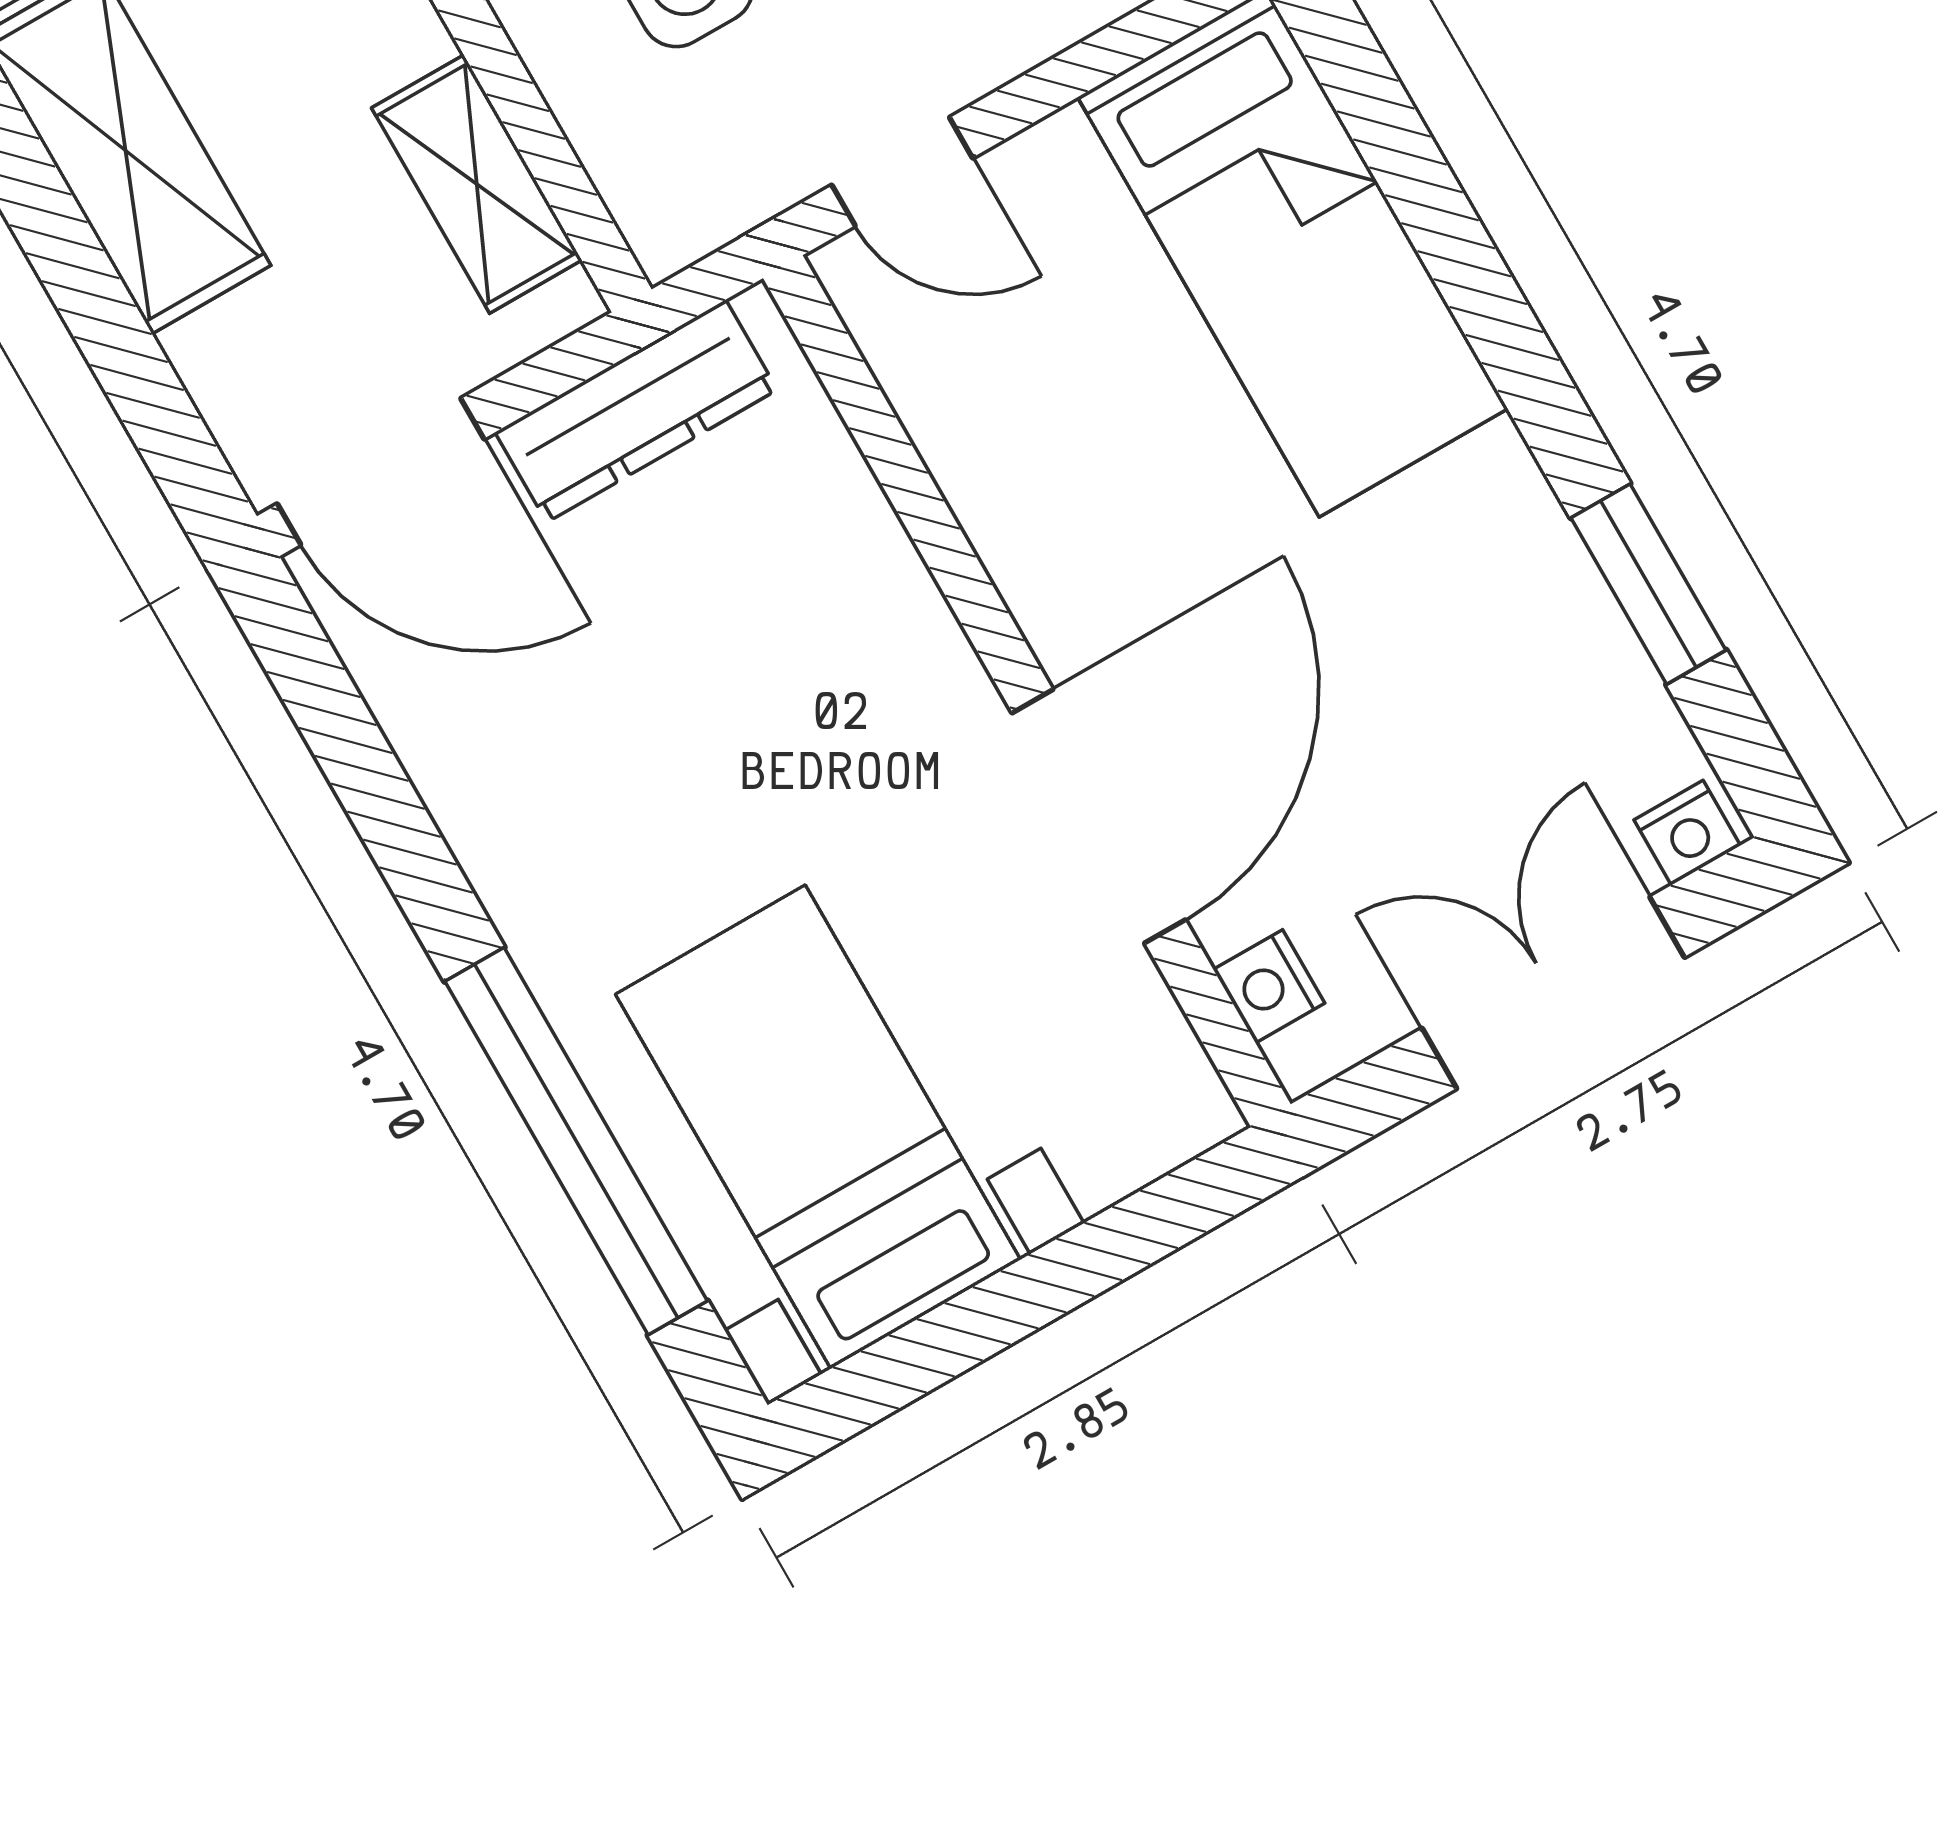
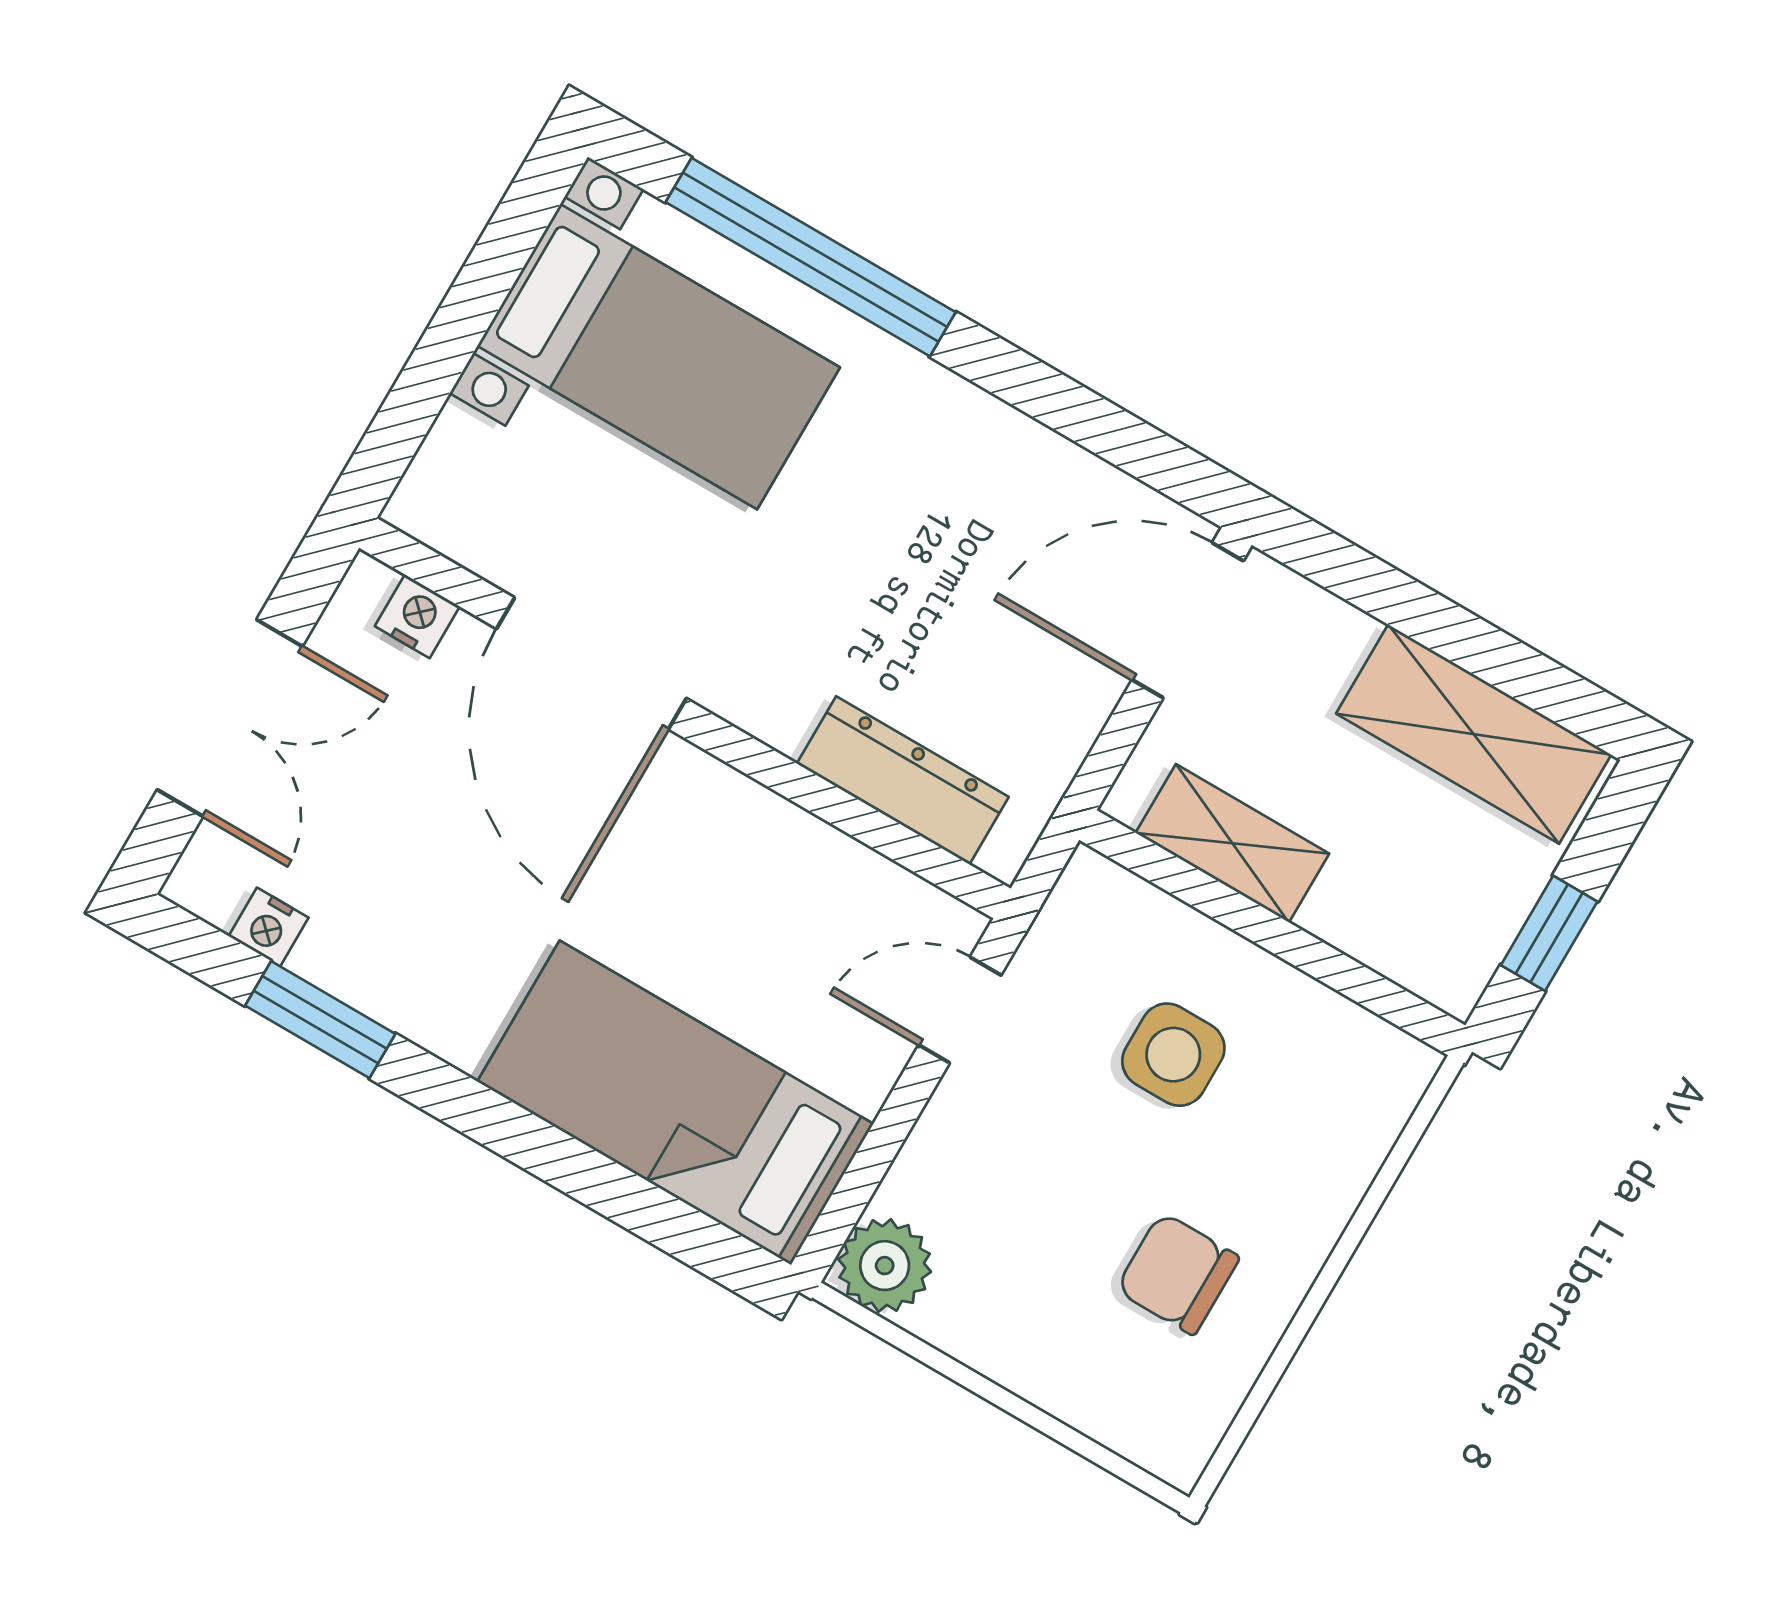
dresser: (636, 411) -> (903, 780), moved, turned 90
nightstand: (1687, 833) -> (268, 927), moved, turned -90

